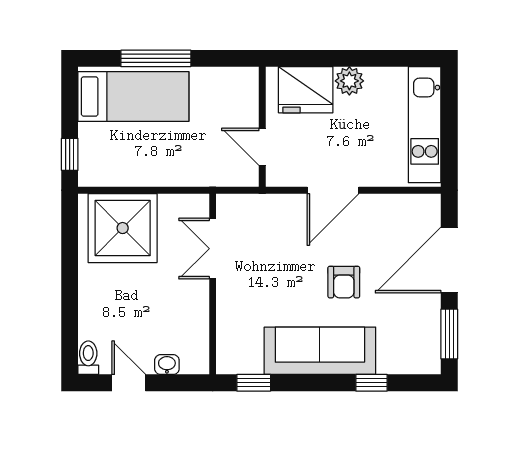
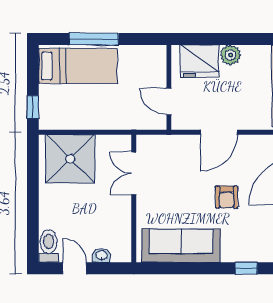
sofa: (320, 351) -> (181, 246), moved
toilet: (88, 358) -> (49, 246), width x1.37, depth x1.39
window: (254, 383) -> (163, 268), removed

